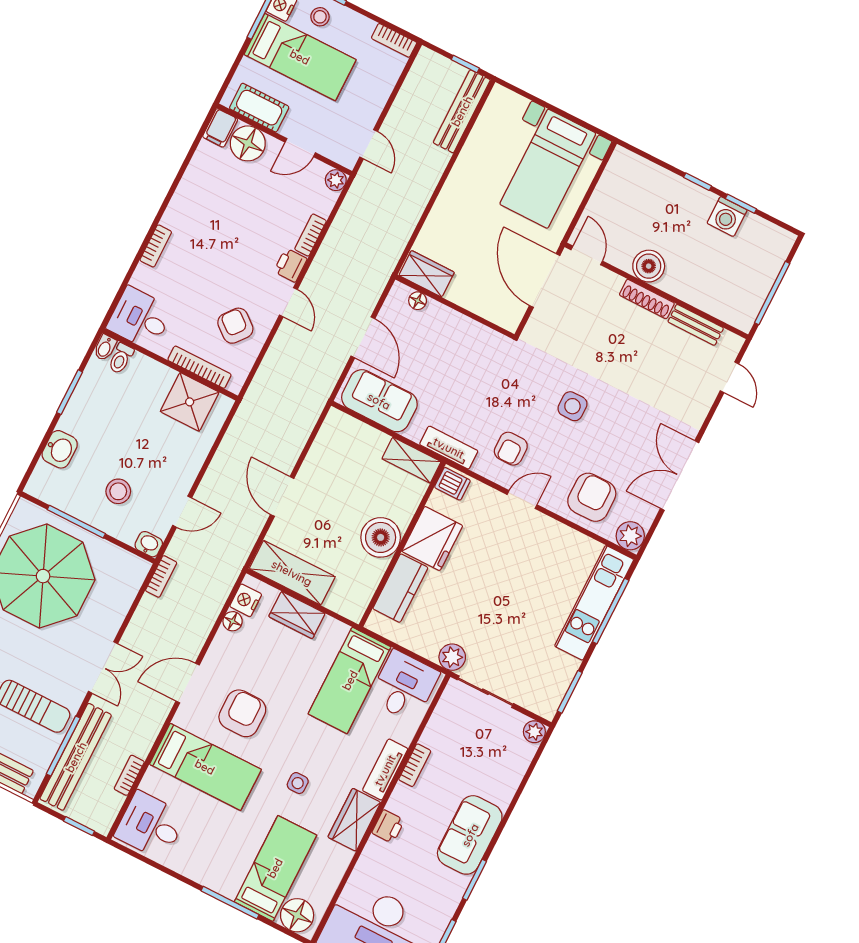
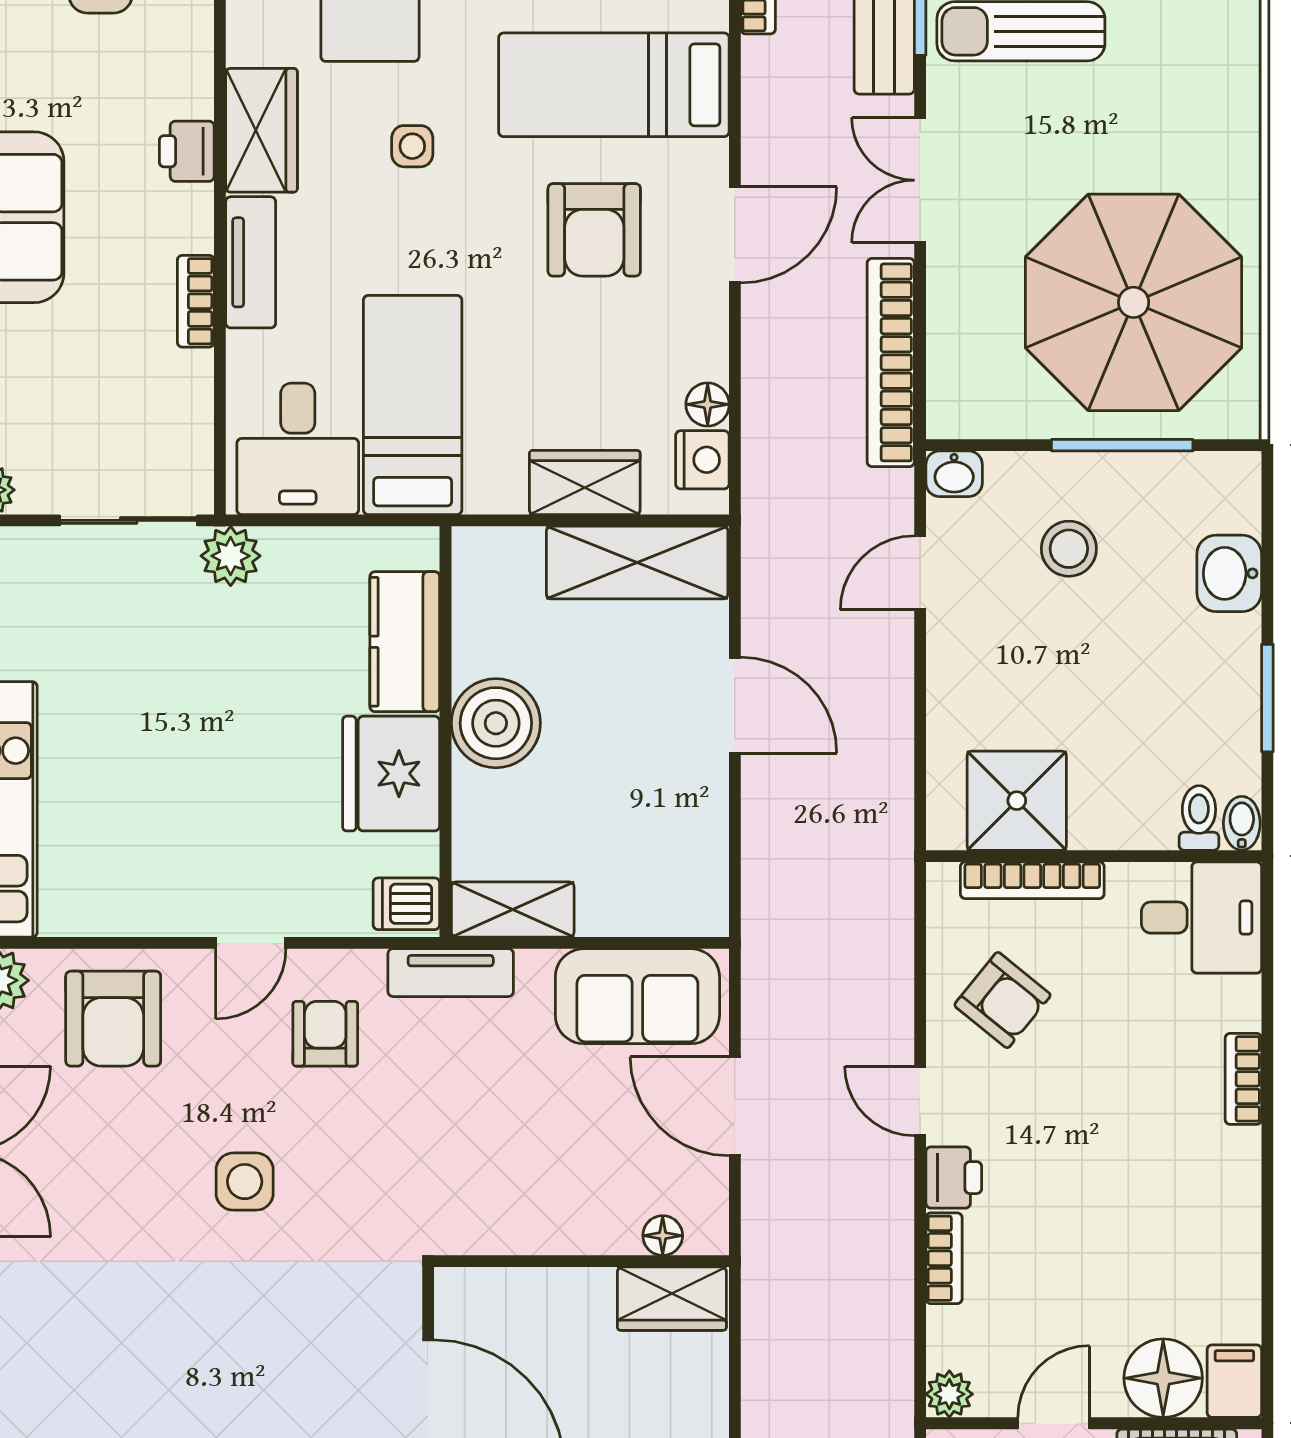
bookcase: (161, 576) -> (891, 362), width x2.31, depth x1.31

